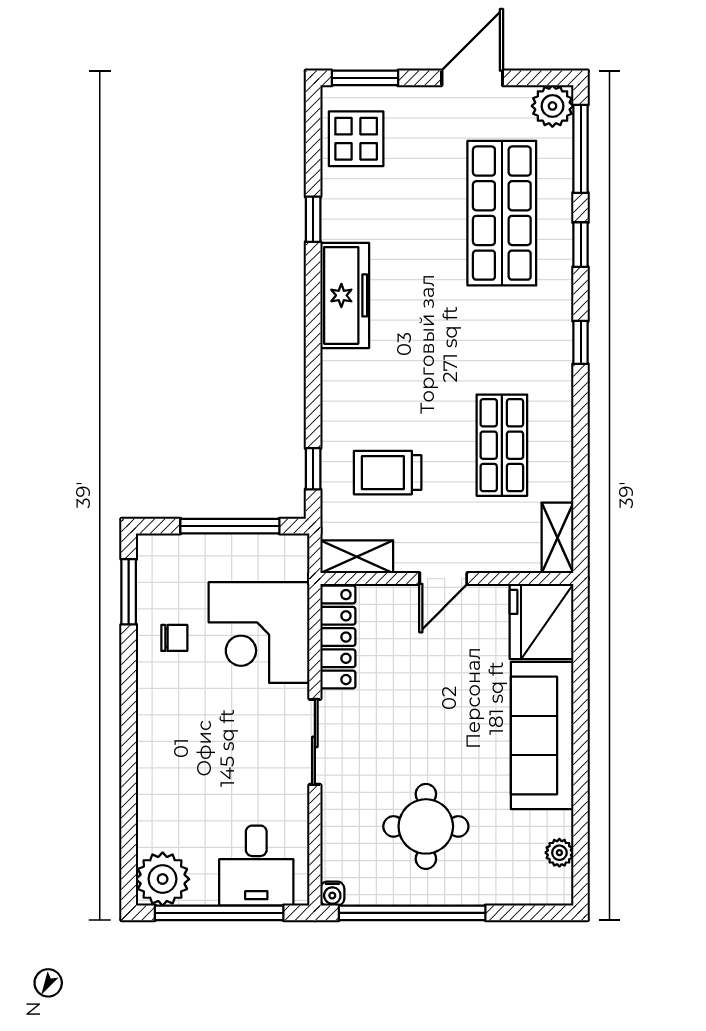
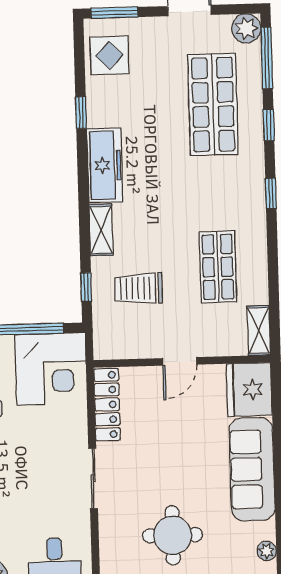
shelving: (357, 557) -> (101, 230), moved, turned 90
corner desk: (259, 633) -> (51, 369), moved, turned -90

